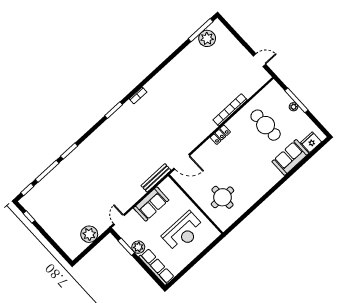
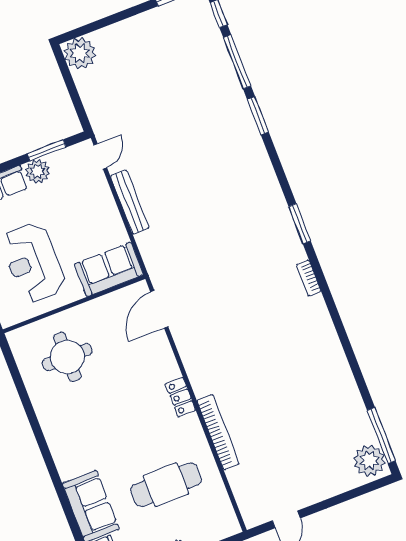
plant: (207, 38) -> (369, 461), moved
bench: (156, 178) -> (130, 202), moved
sofa: (151, 204) -> (109, 269), moved, turned 90
door: (119, 220) -> (100, 156), hinge flipped
plant: (89, 234) -> (80, 53), moved

